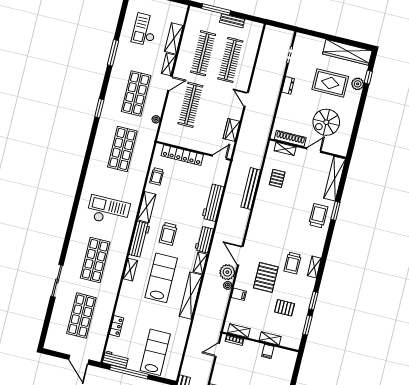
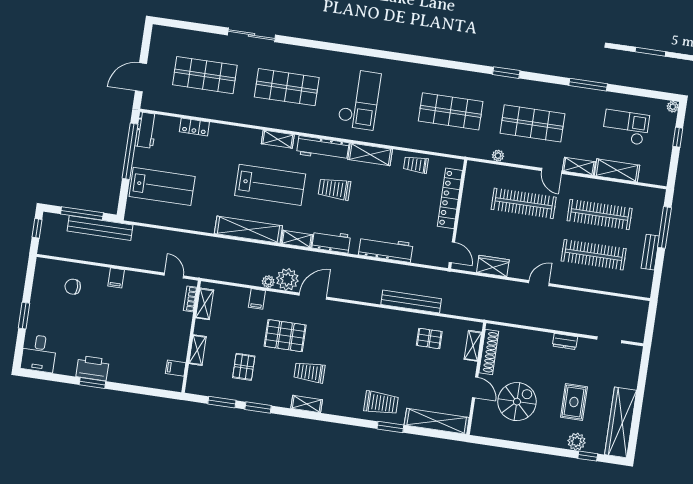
rug: (330, 83) -> (574, 402), width x0.73, depth x0.70
spiral stairs: (326, 122) -> (517, 402), turned 90
filing cabinet: (268, 351) -> (176, 368), moved

